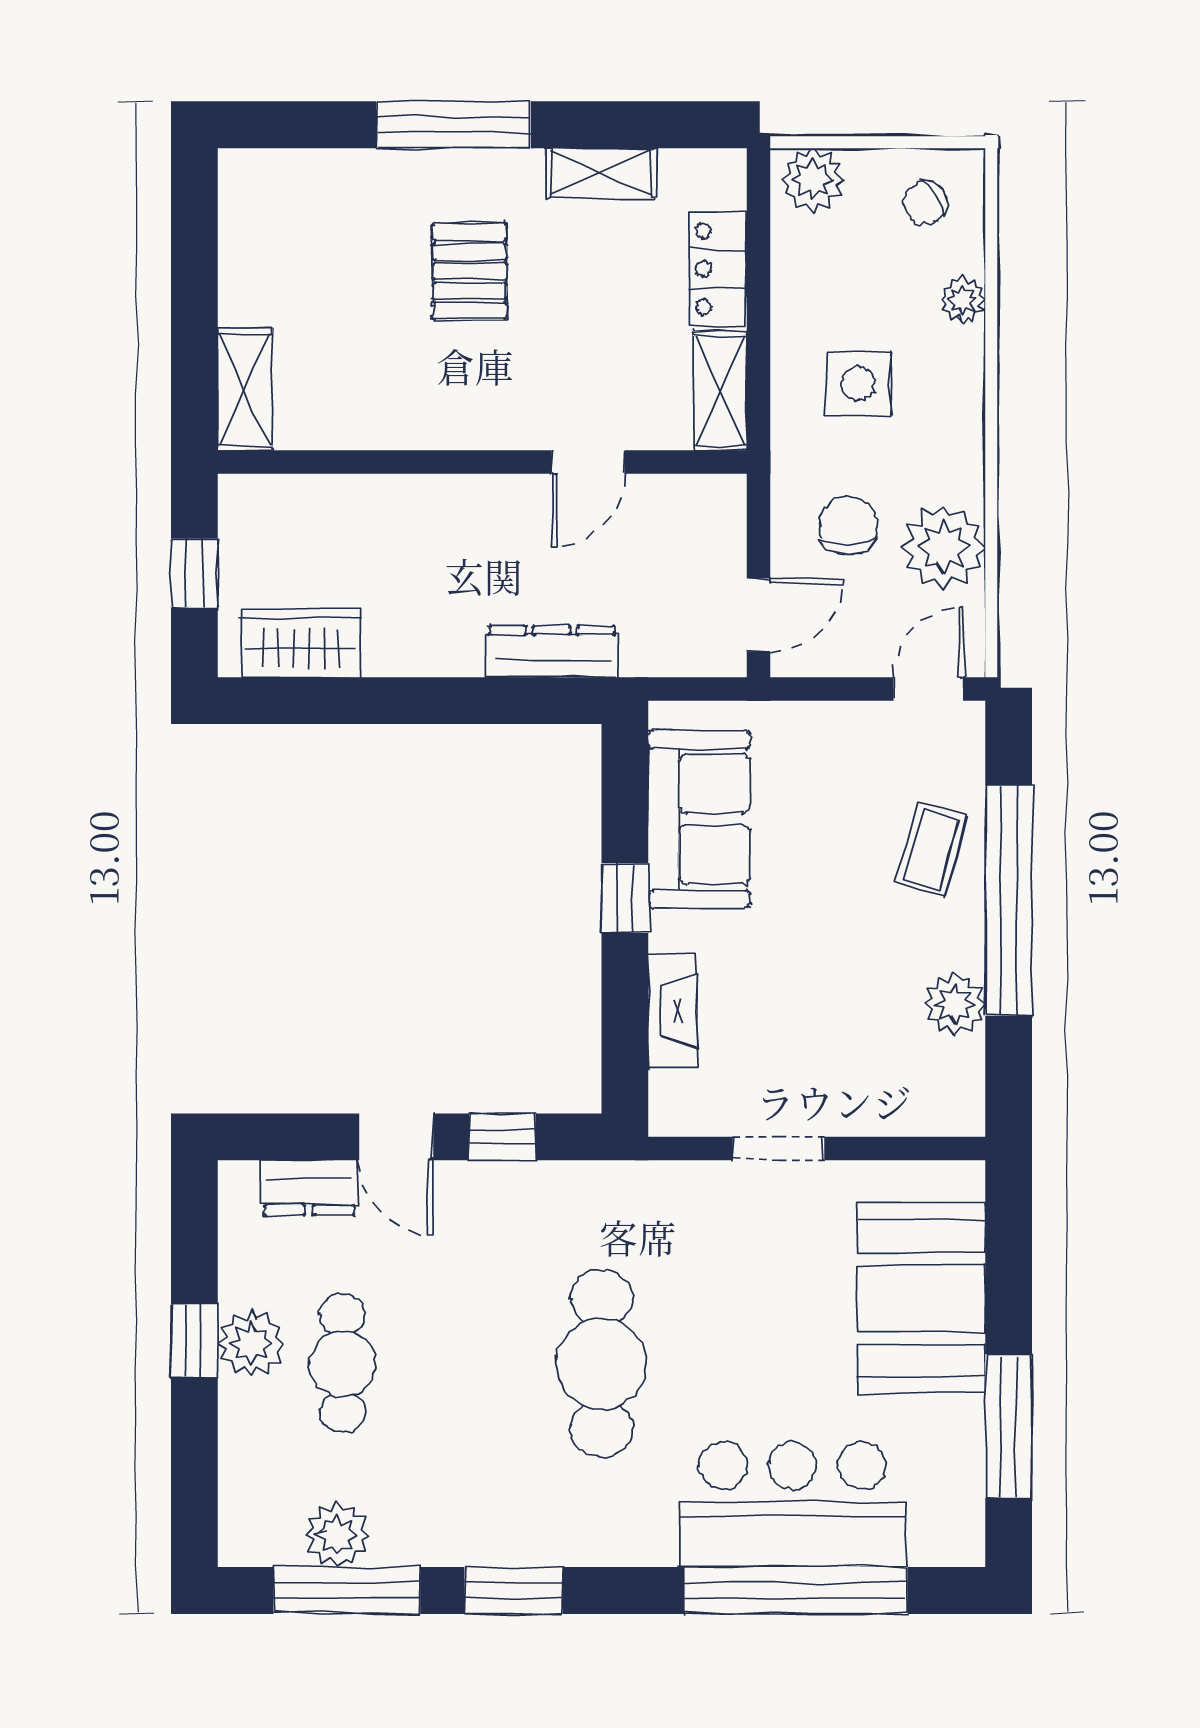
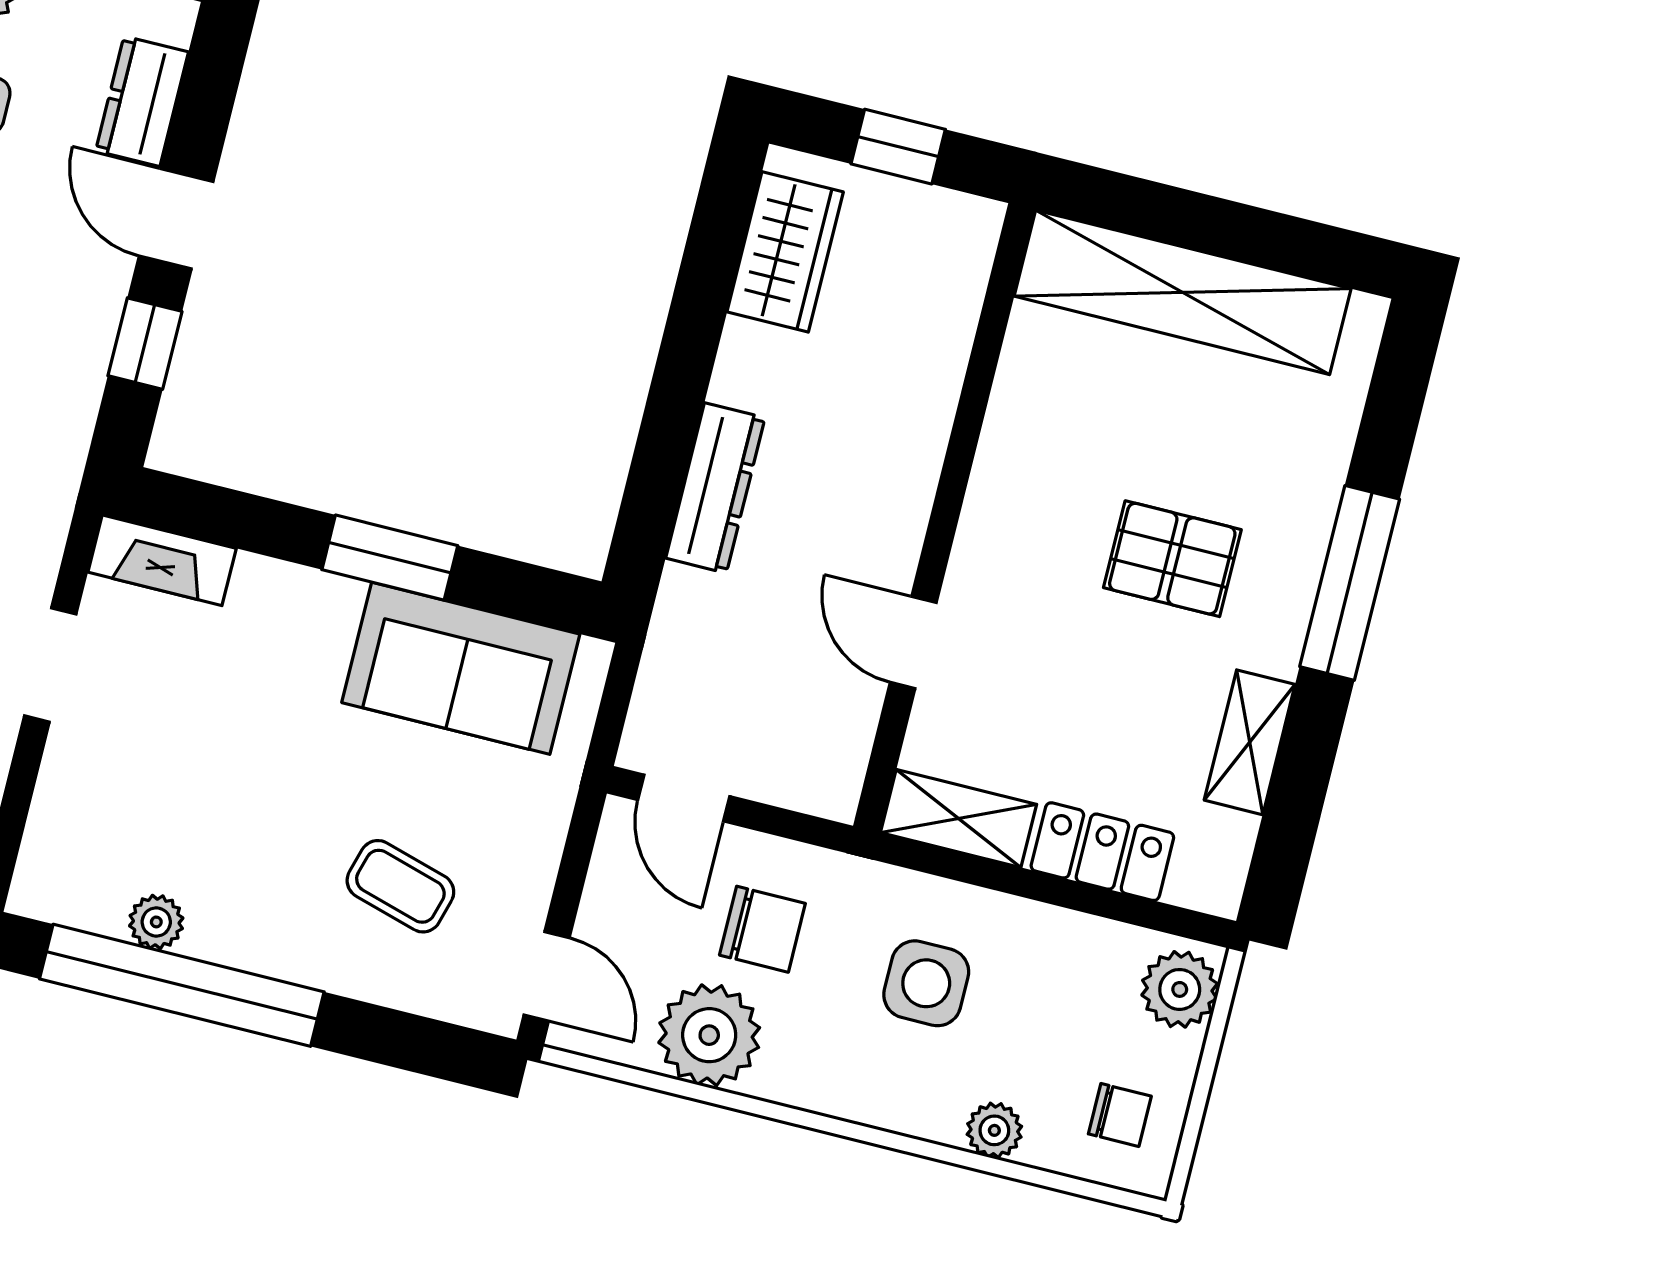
chair: (925, 203) -> (1120, 1115), turned 121
shelving: (245, 390) -> (1183, 292), width x2.20, depth x1.33
dresser: (552, 651) -> (715, 488), moved
coffee table: (932, 850) -> (400, 886), moved
window: (625, 898) -> (390, 558), width x1.50
window: (1009, 900) -> (182, 985), moved
plant: (955, 1004) -> (156, 922), width x0.73, depth x0.73
fireplace: (672, 1011) -> (162, 560), moved
door: (396, 1137) -> (176, 219), hinge flipped

